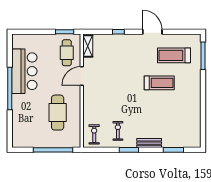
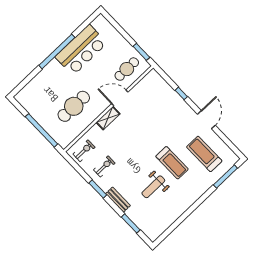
shelving: (88, 46) -> (108, 118), moved
weight bench: (163, 111) -> (153, 187), added

